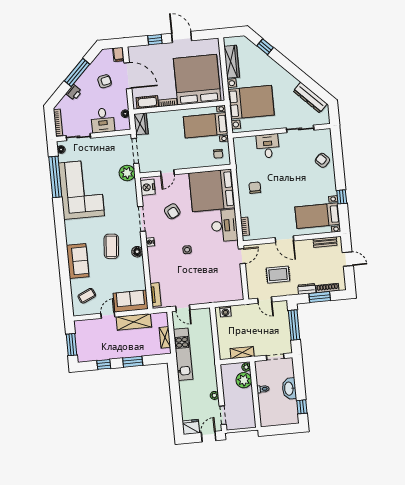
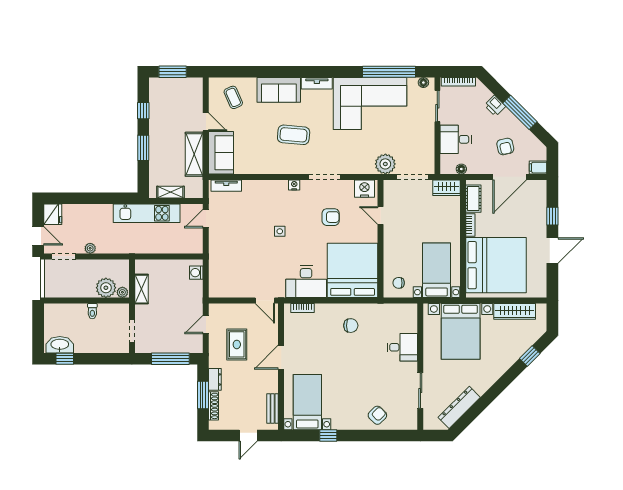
armchair: (172, 211) -> (331, 217), turned -153
tv unit: (70, 232) -> (317, 83), added
floor lamp: (137, 252) -> (283, 167), removed
washbasin: (289, 389) -> (60, 345), moved

